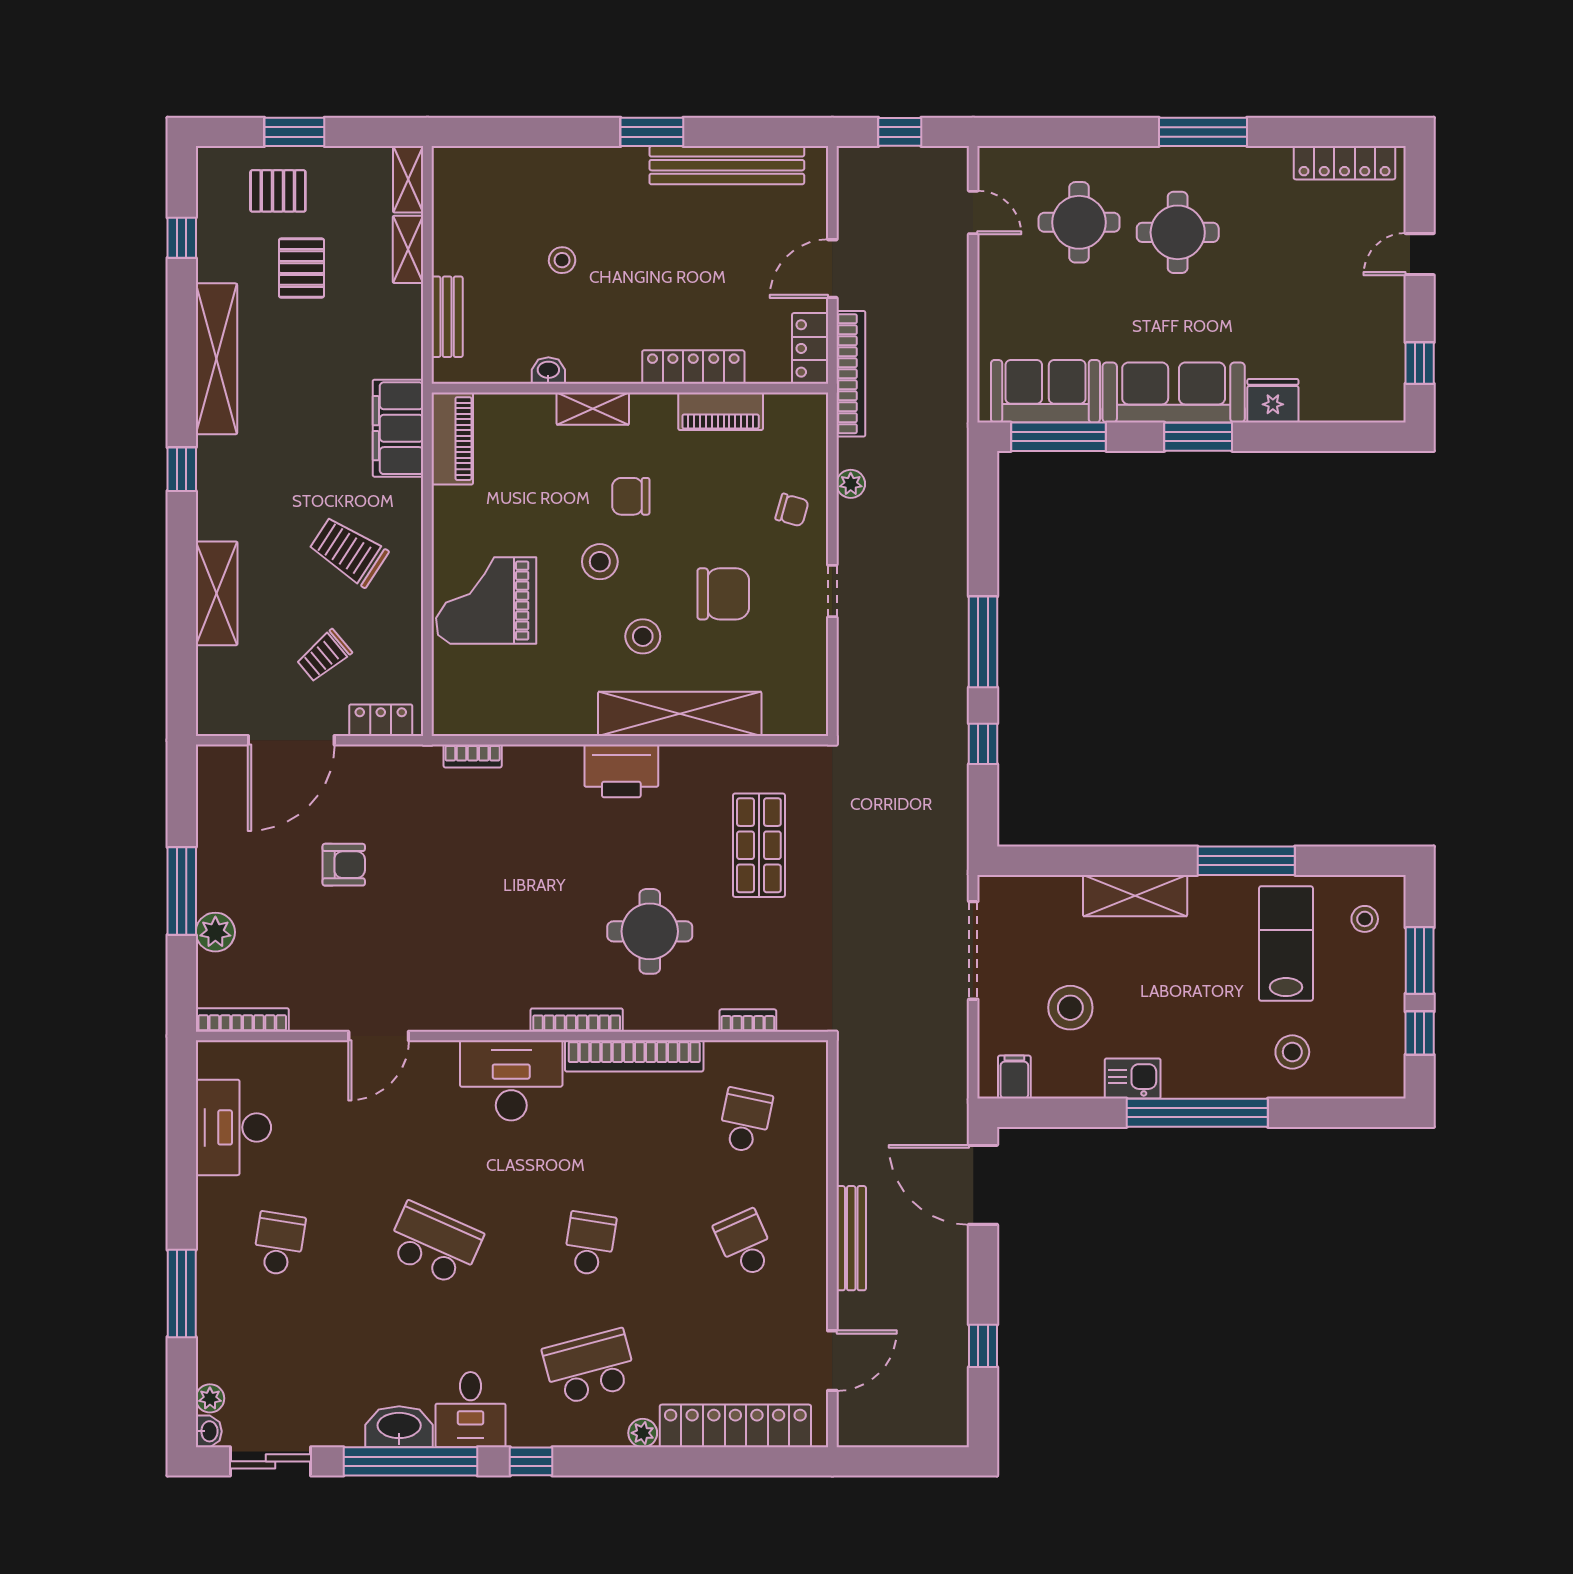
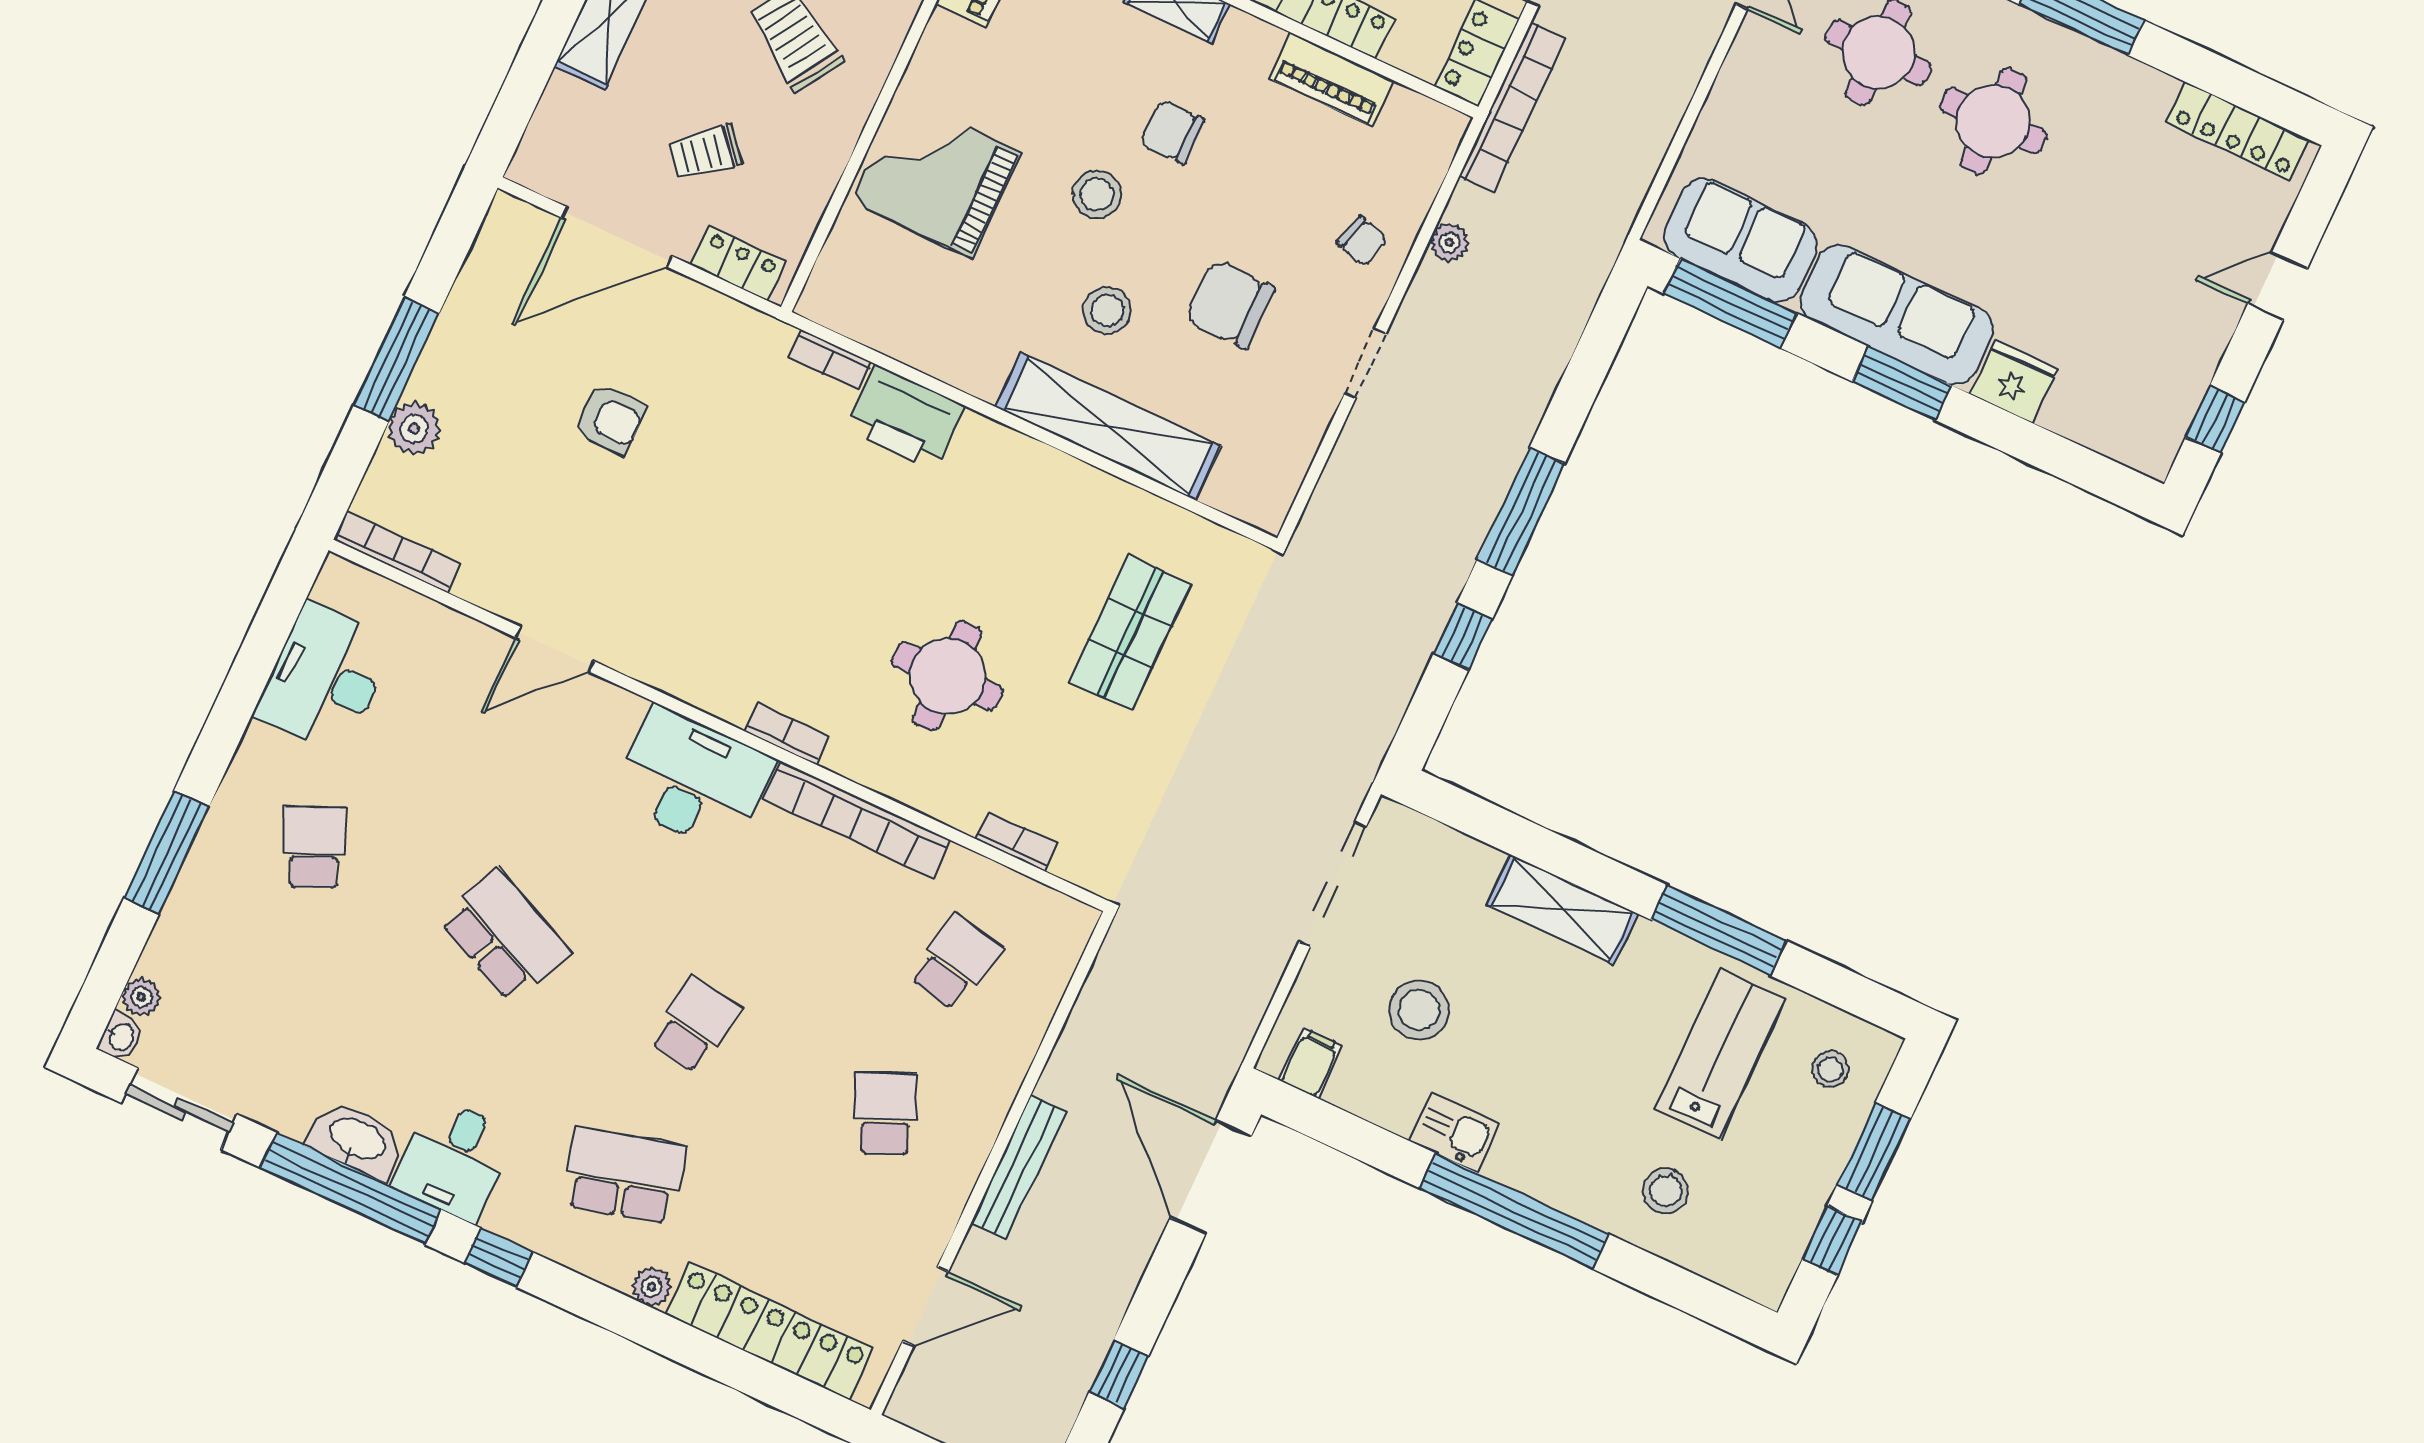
chair: (723, 594) -> (1230, 304), turned 180
printer: (621, 771) -> (906, 417), moved
bookcase: (577, 1020) -> (787, 733), width x0.64
school desk: (279, 1244) -> (314, 847), turned -33

